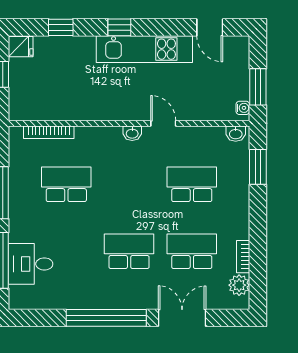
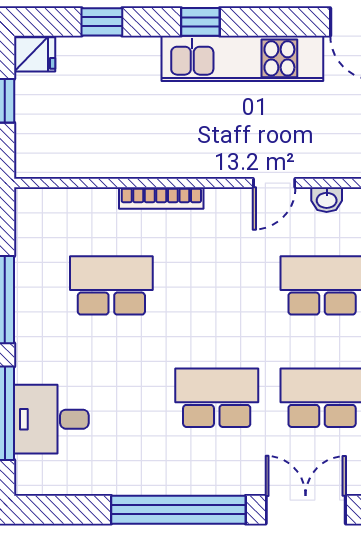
door: (163, 123) -> (274, 183), swing flipped
bookcase: (49, 132) -> (161, 198), moved
washbasin: (132, 133) -> (327, 200), moved

